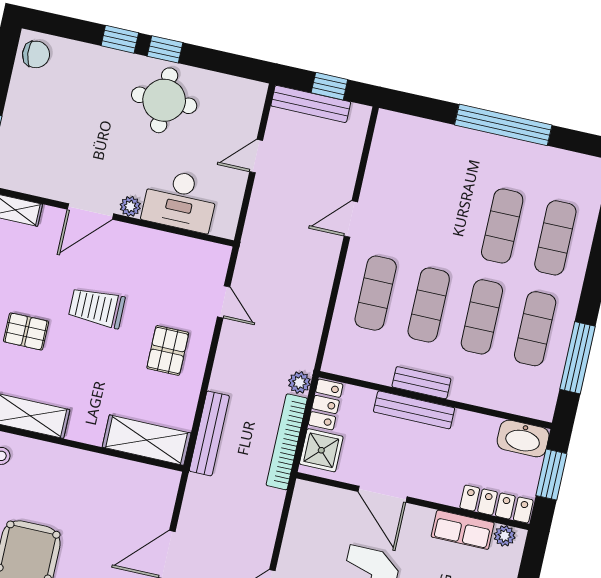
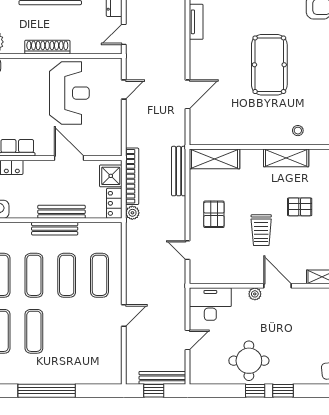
desk: (180, 200) -> (210, 304), moved
door: (90, 212) -> (278, 286), hinge flipped
trolley: (97, 308) -> (261, 230), turned 90
bench: (421, 383) -> (55, 229), width x1.36

